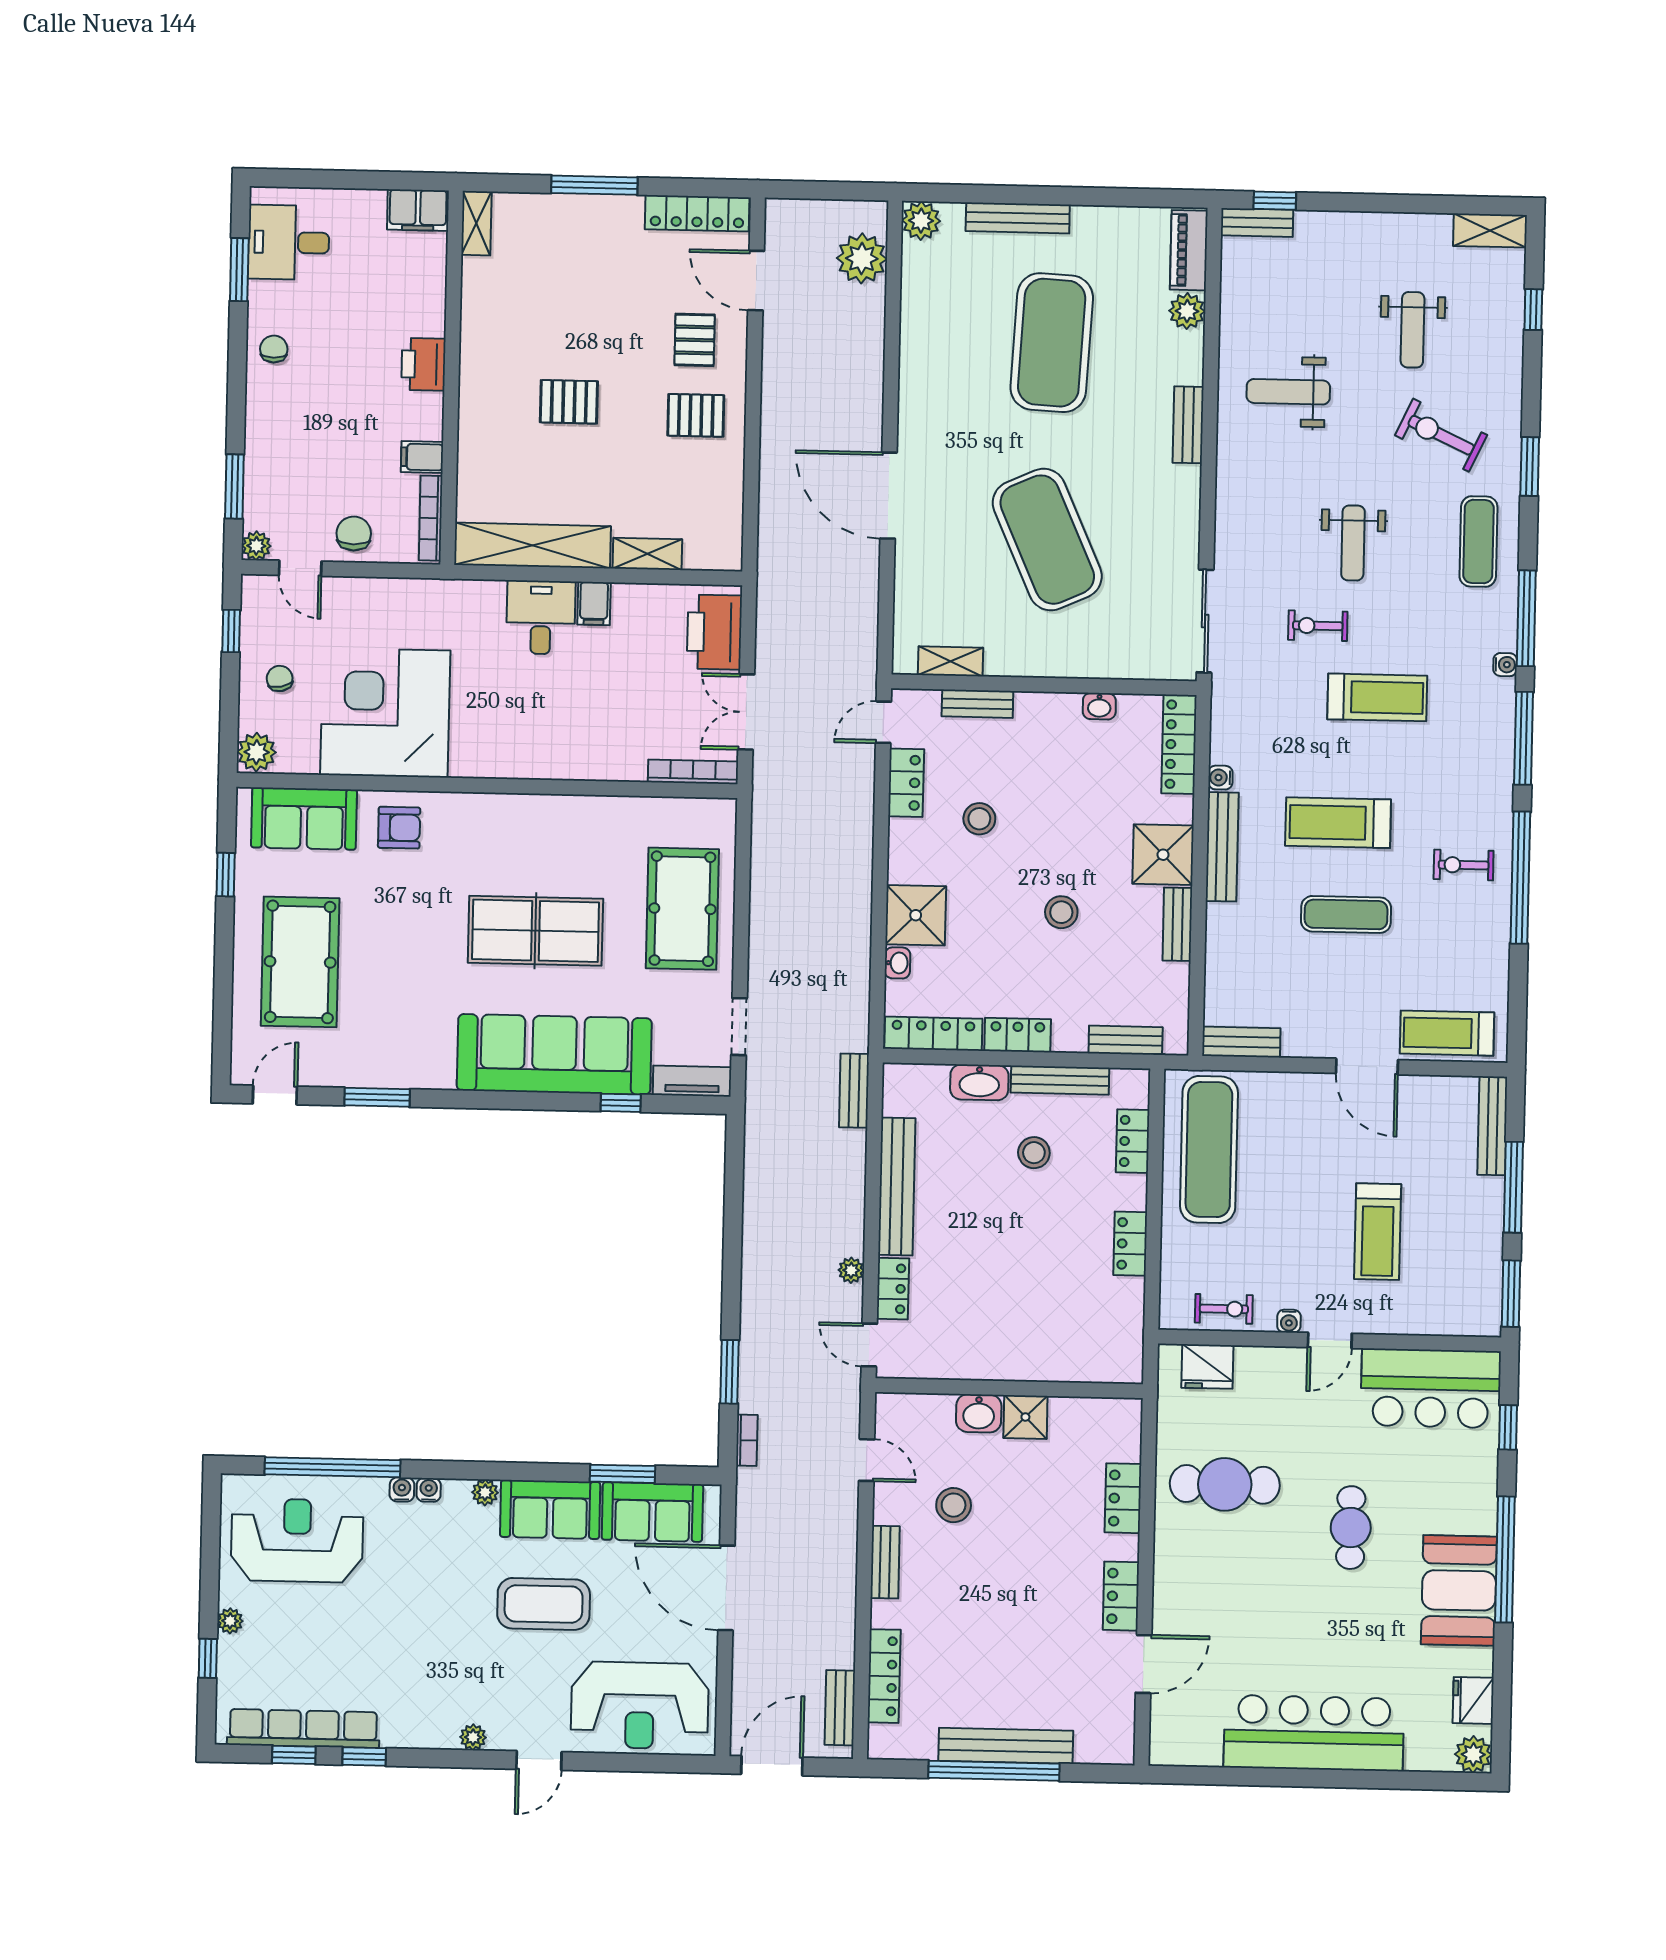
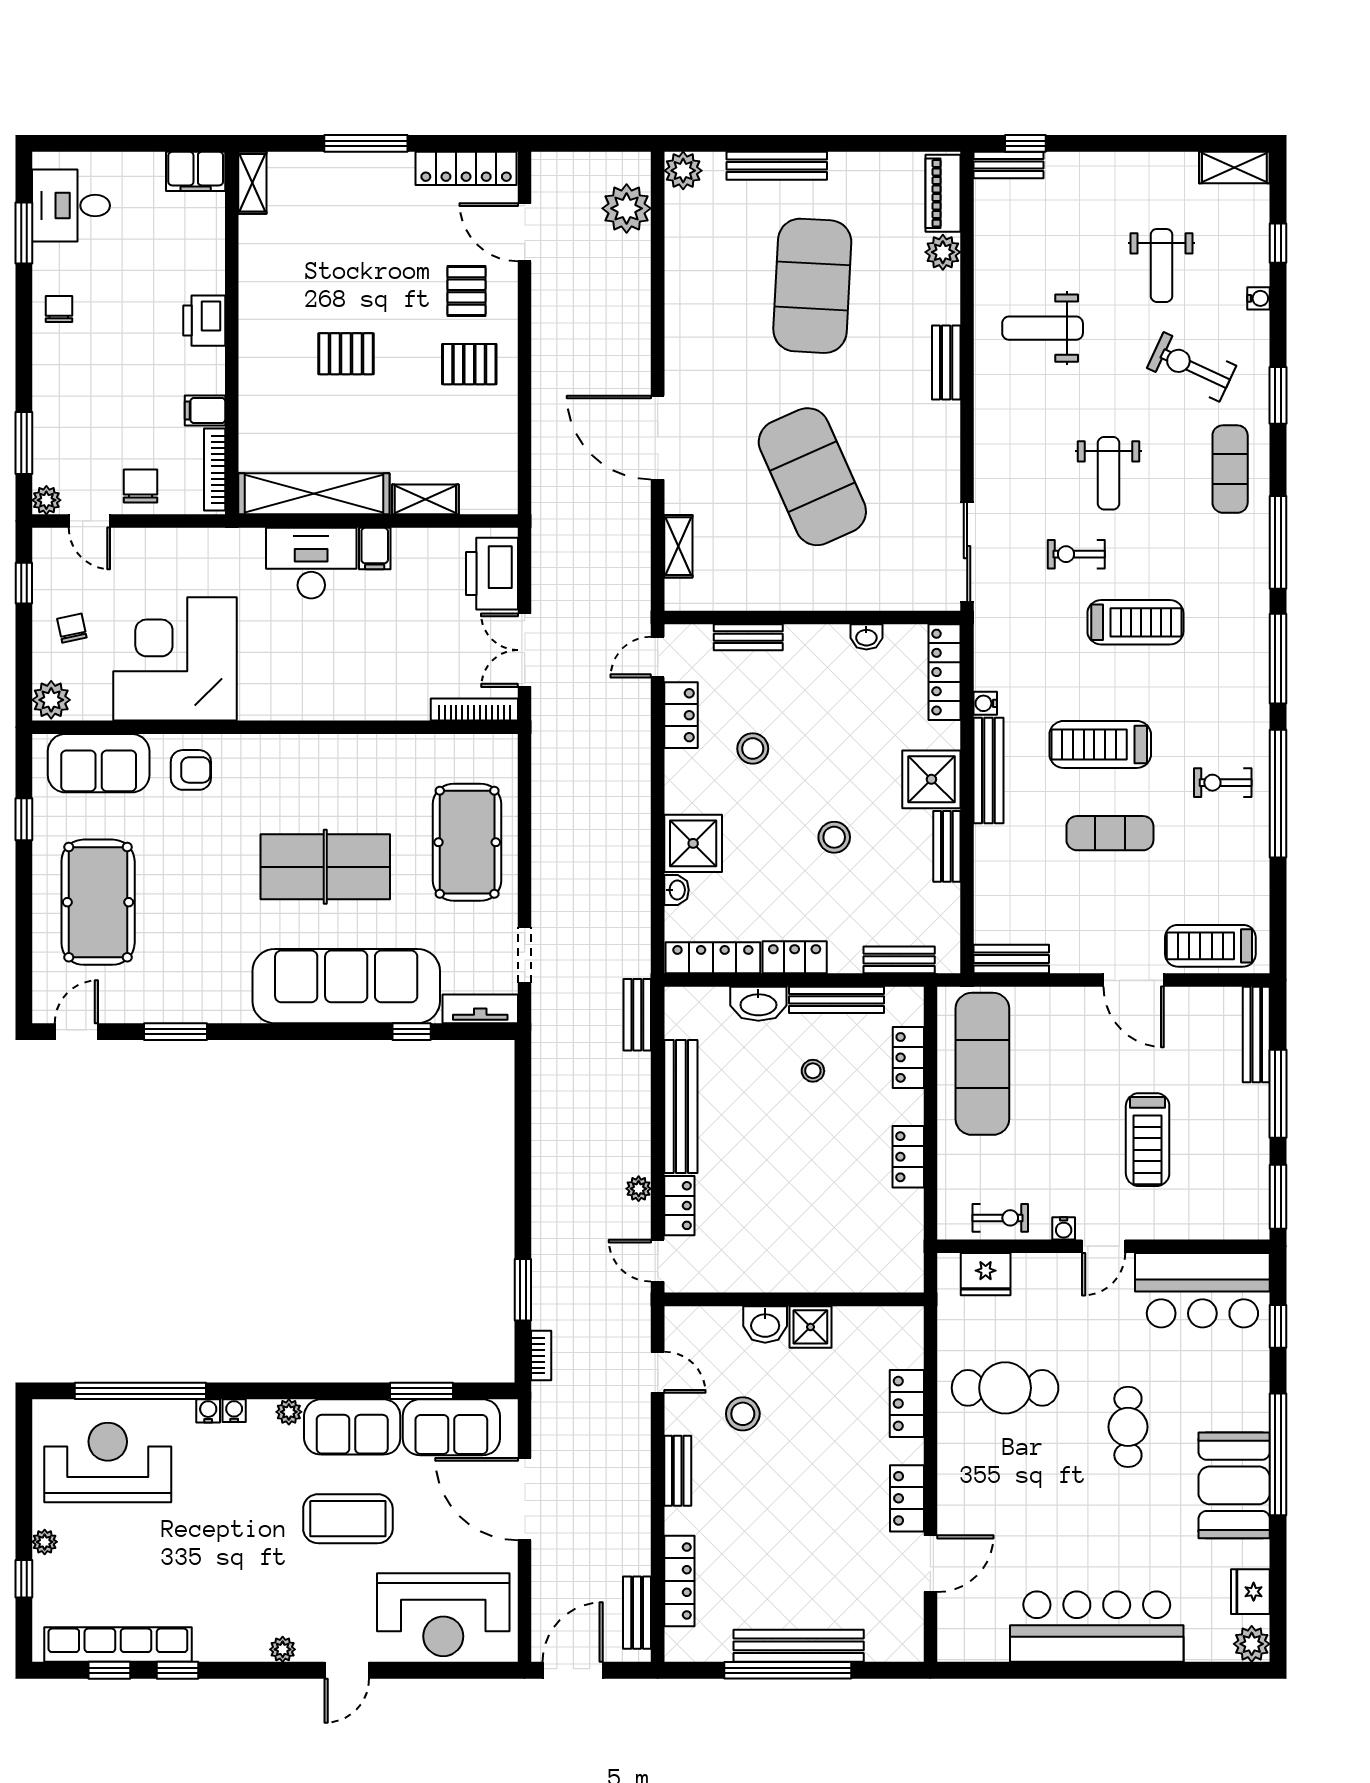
desk: (541, 617) -> (311, 563), width x1.37
shelving: (951, 661) -> (678, 546), moved, turned 90
water cooler: (1505, 665) -> (1259, 298), moved
stool: (1034, 1153) -> (813, 1071), width x0.73, depth x0.73

